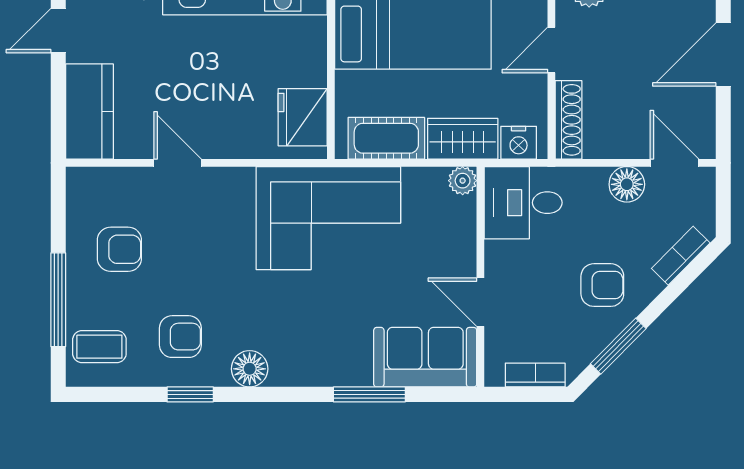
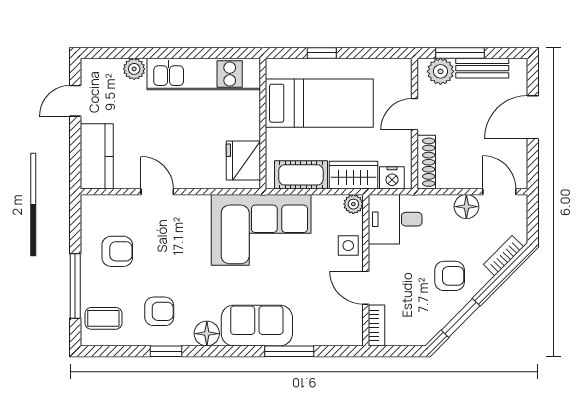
side table: (455, 241) -> (348, 246), added
sofa: (425, 357) -> (257, 326), moved
bookcase: (535, 375) -> (376, 325), moved, turned 90

